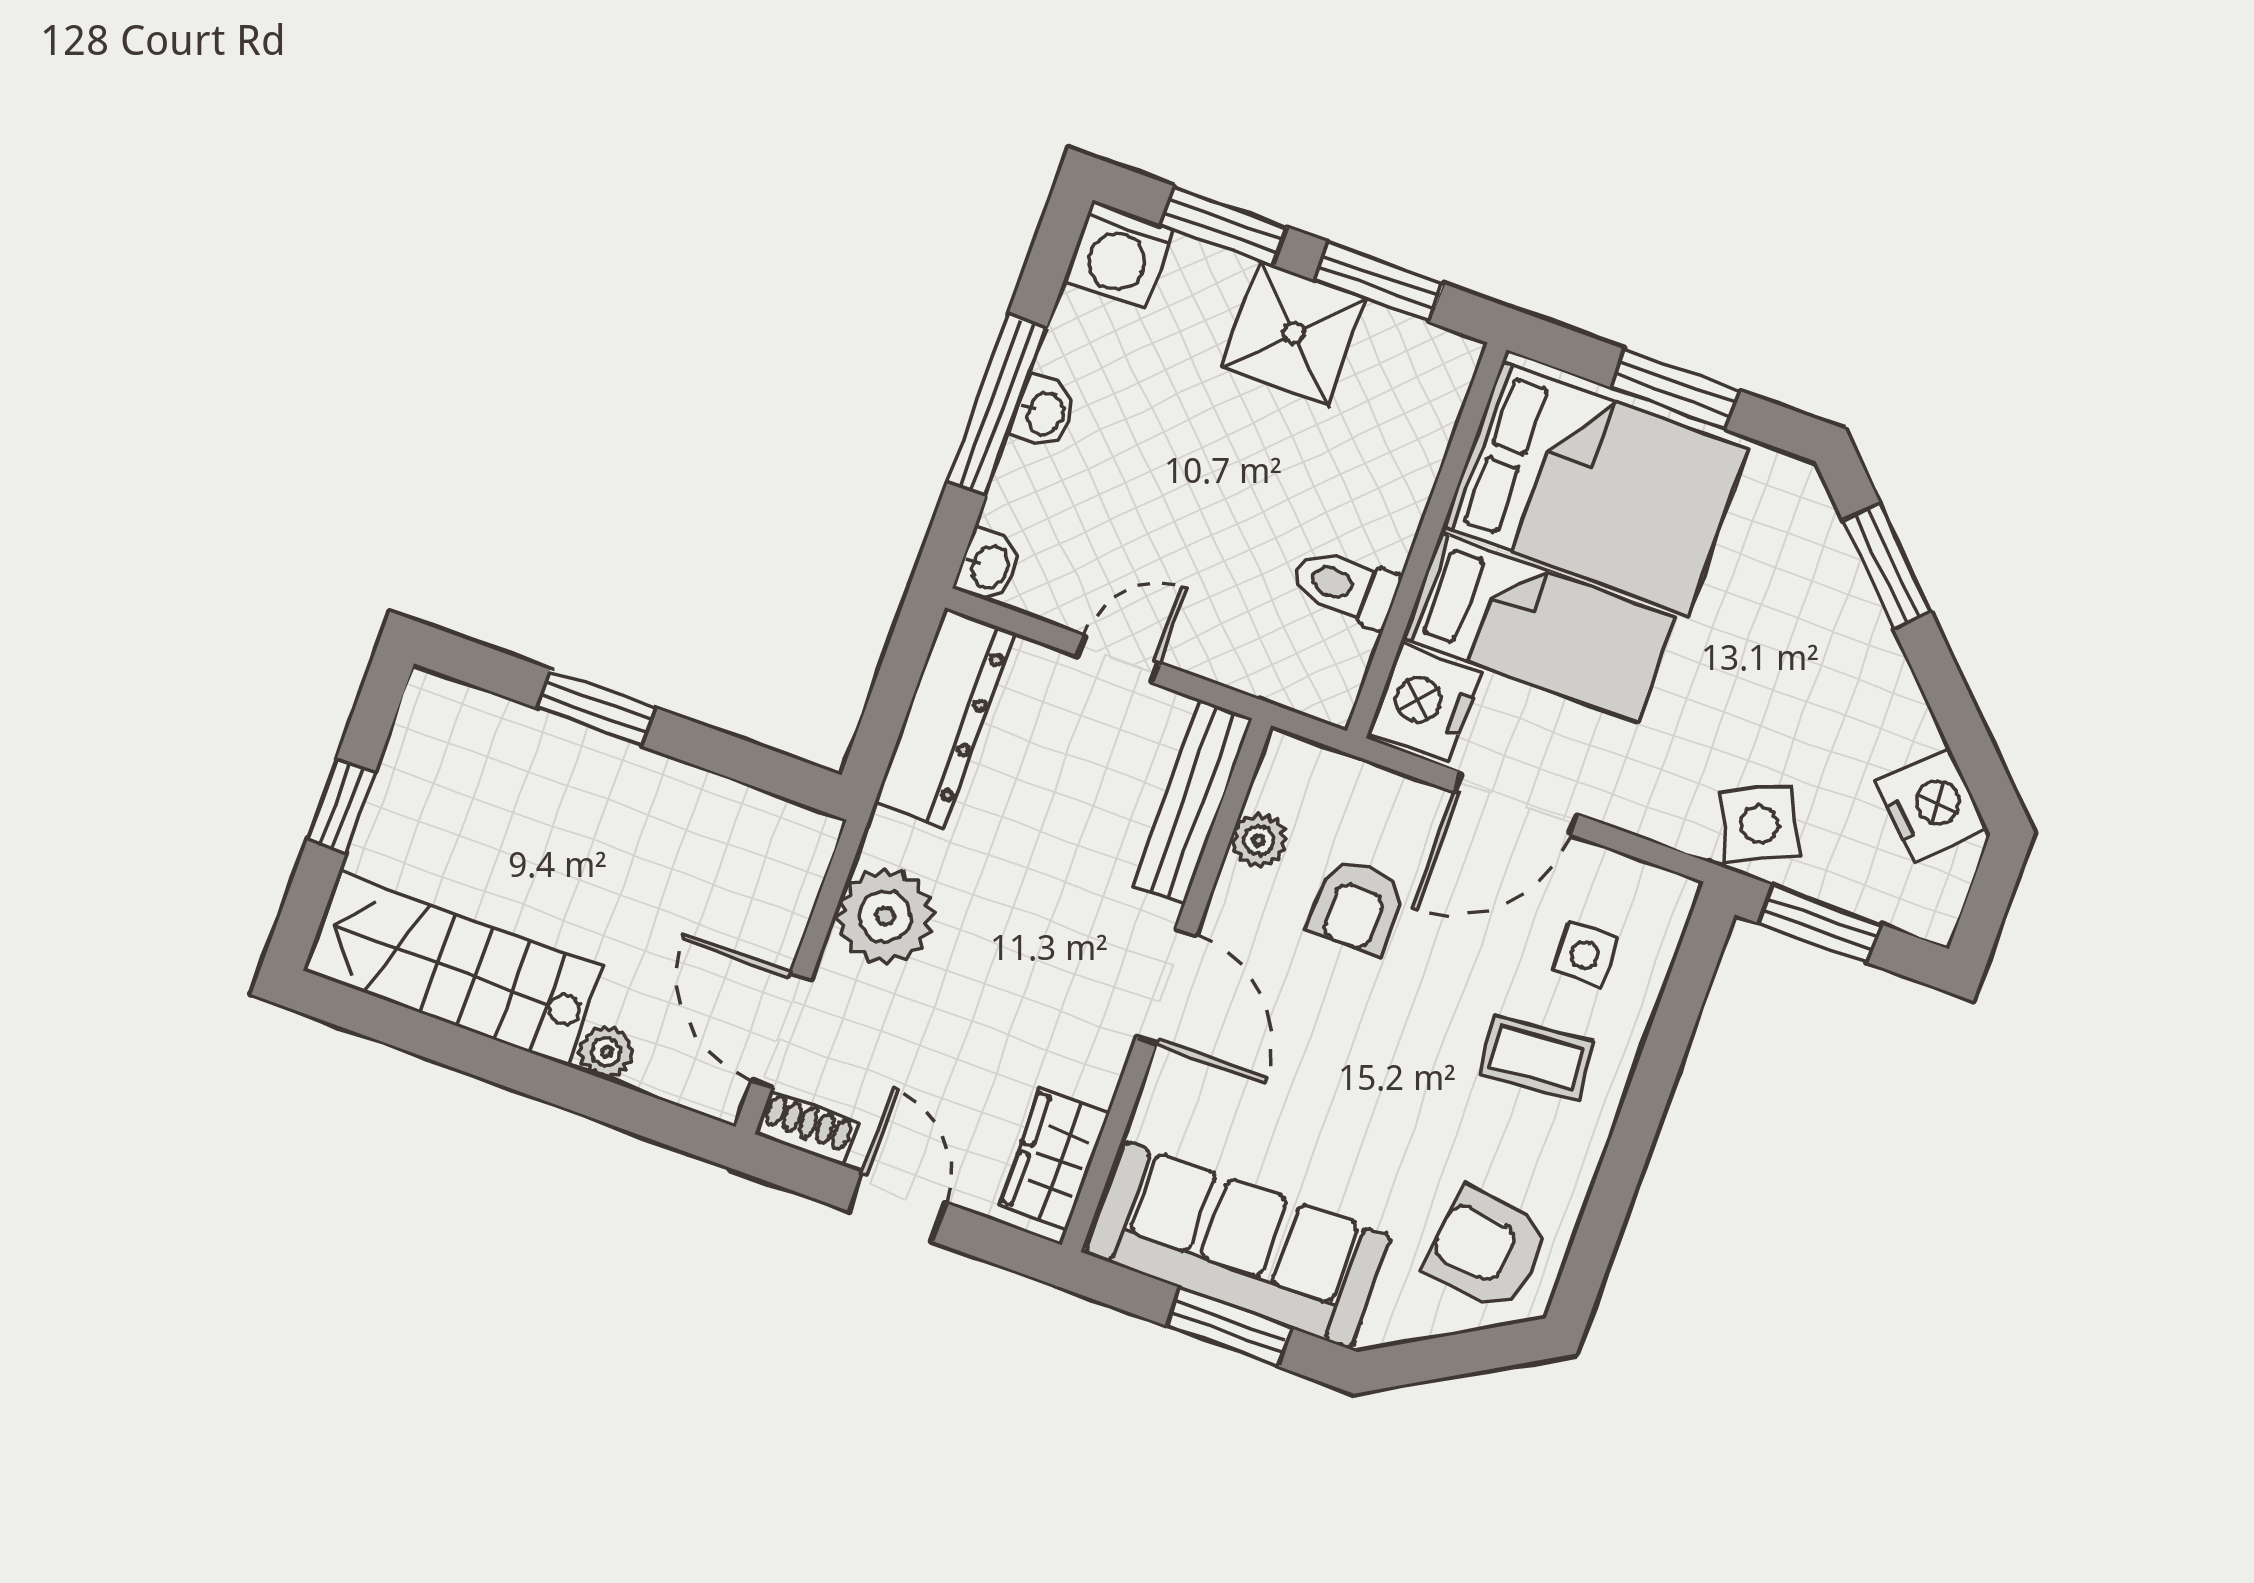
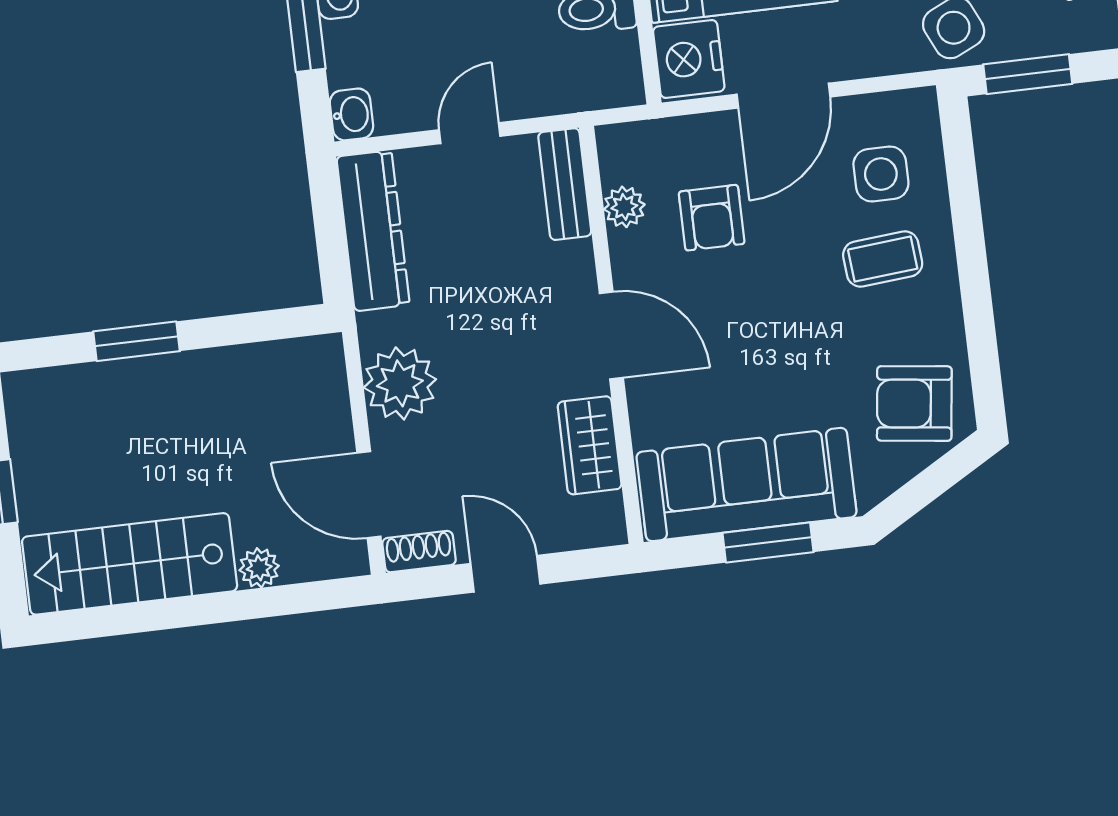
bench: (1192, 802) -> (565, 184), width x0.73
side table: (1585, 955) -> (881, 174), width x1.37, depth x1.37
wardrobe: (1054, 1159) -> (590, 445), moved

